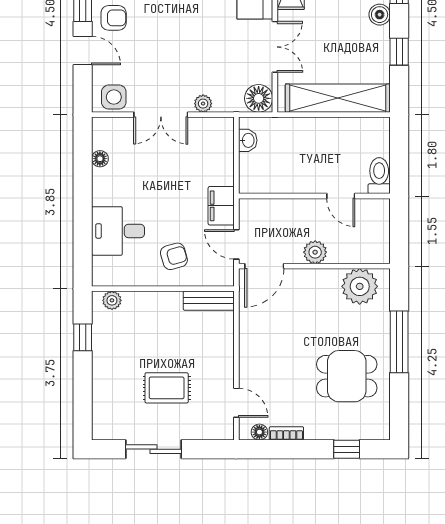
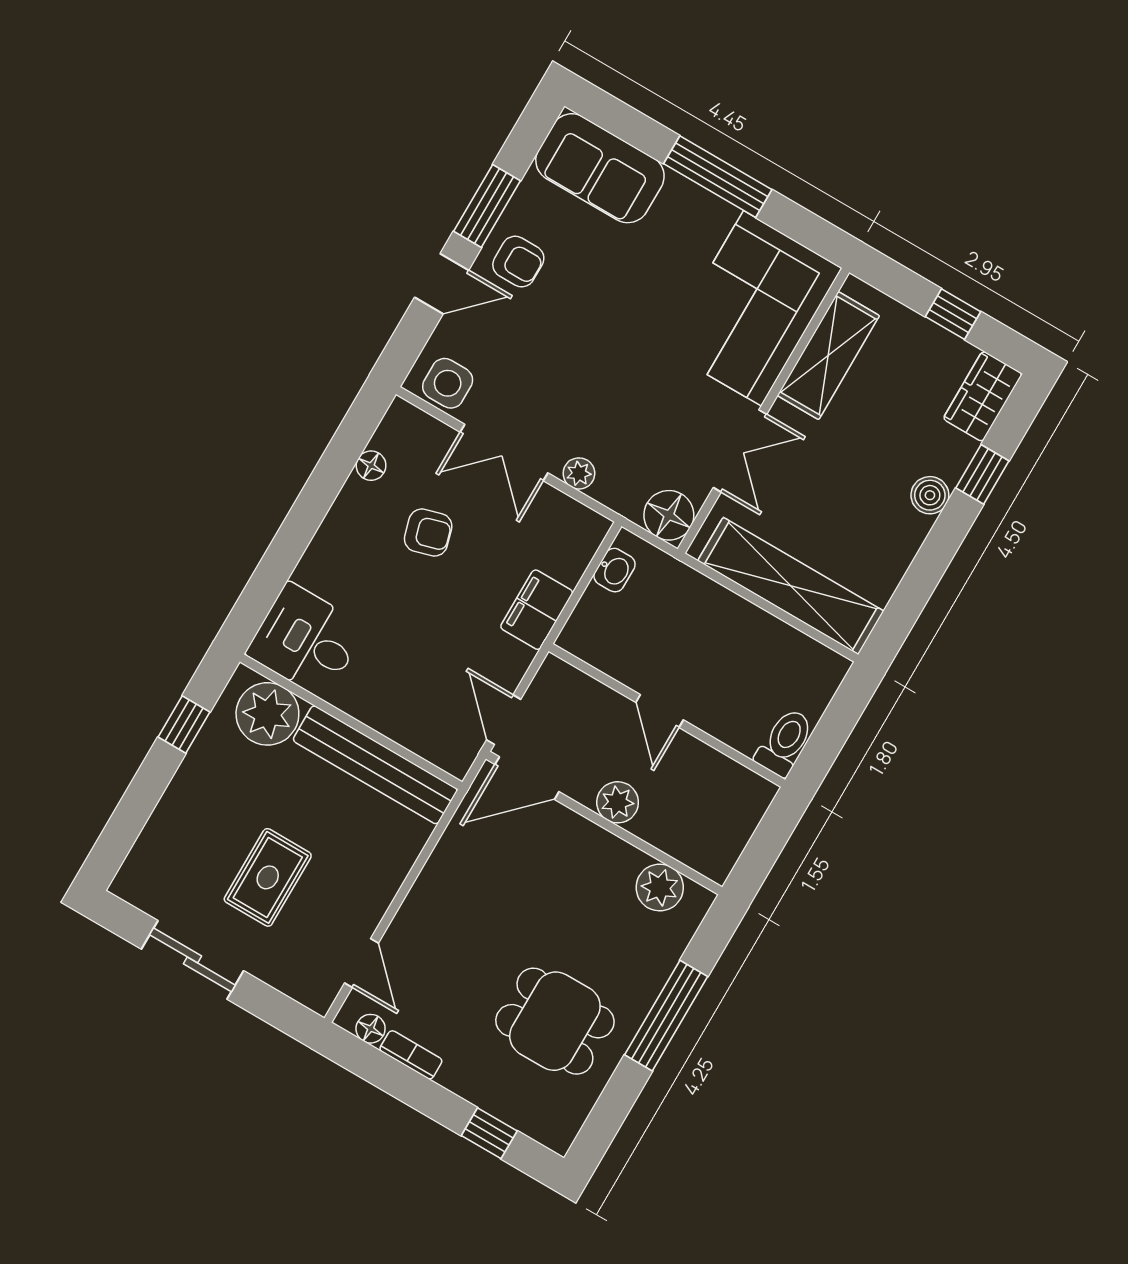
door: (83, 50) -> (442, 284), hinge flipped
window: (399, 52) -> (927, 570), removed
door: (341, 196) -> (660, 711), moved
filing cabinet: (221, 206) -> (537, 610), moved
desk: (118, 231) -> (306, 641), moved
armchair: (174, 256) -> (428, 533), moved
plant: (360, 286) -> (660, 887), width x0.73, depth x0.73
plant: (112, 300) -> (267, 714), width x1.88, depth x1.88
bench: (209, 301) -> (375, 765), width x1.86, depth x1.21
rug: (167, 388) -> (268, 877), turned 90

